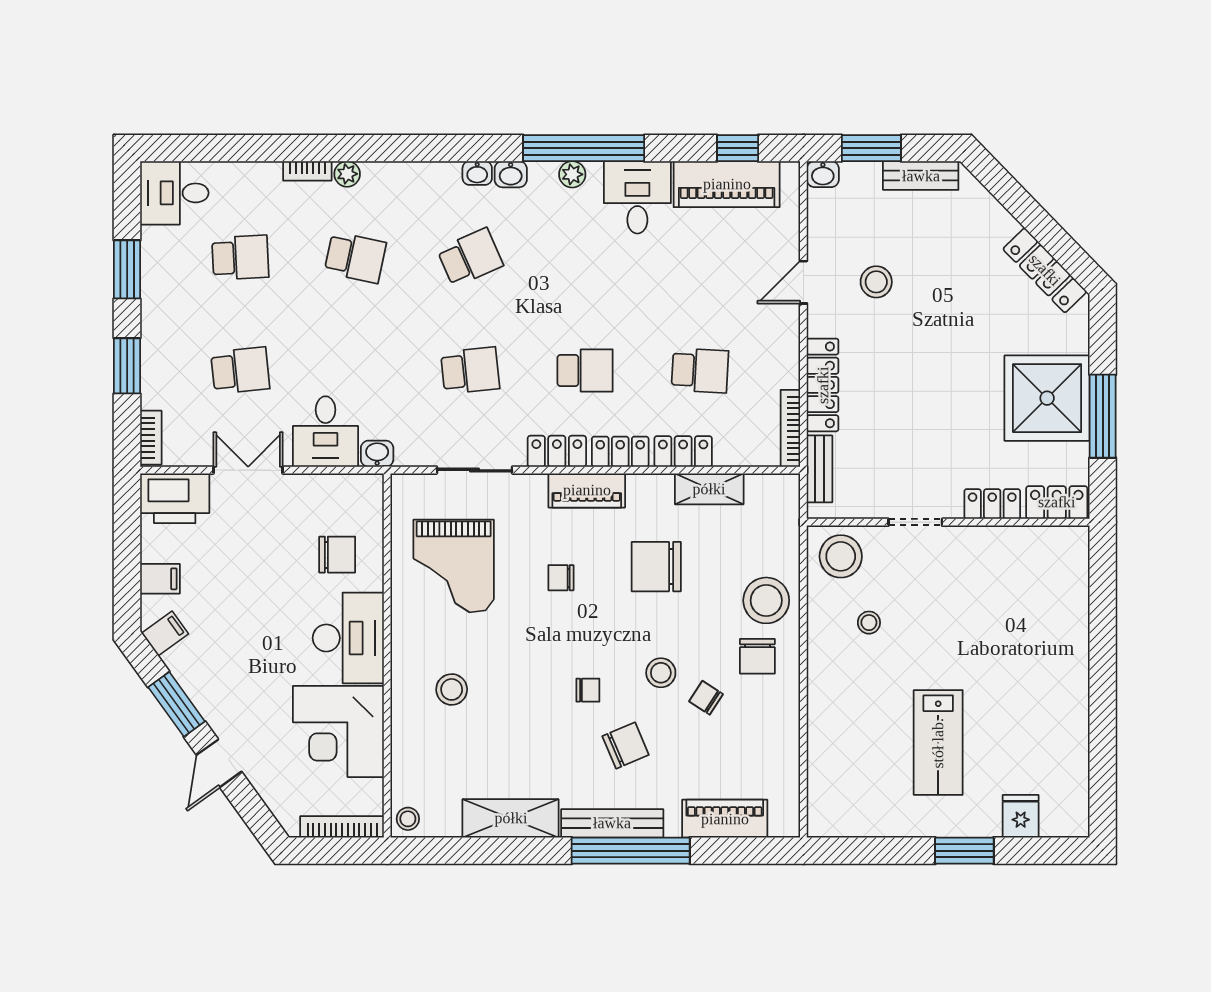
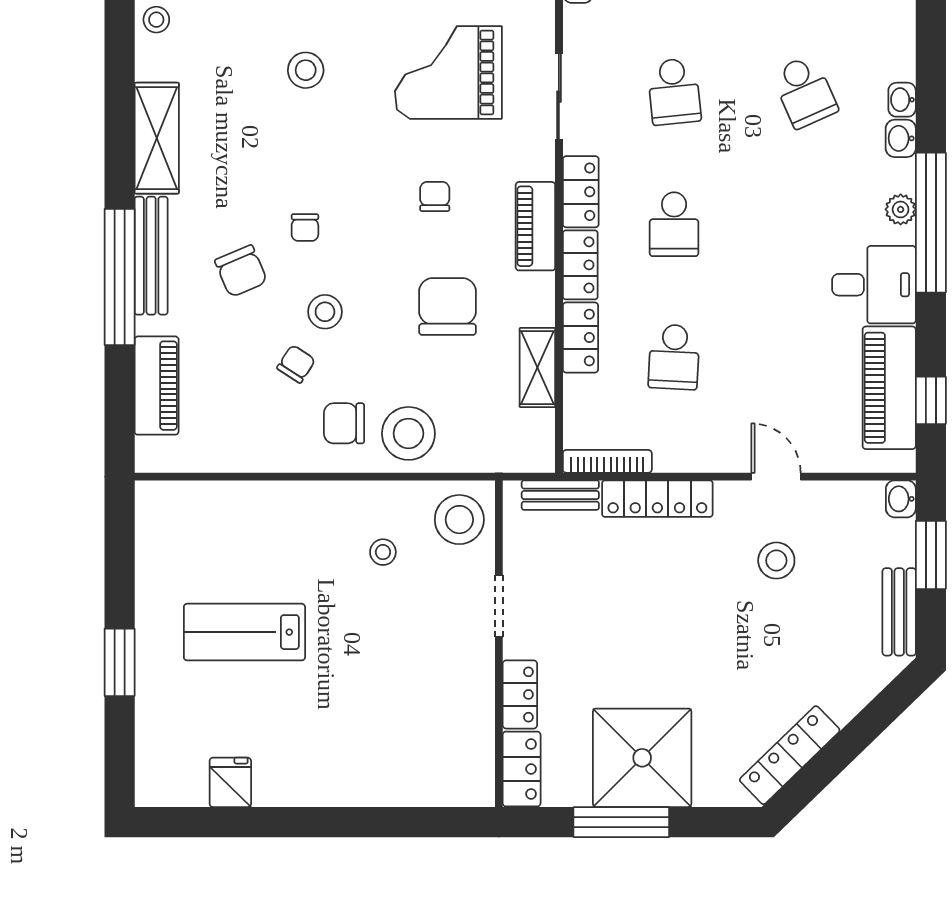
fridge: (1021, 816) -> (230, 782), moved, turned -90

